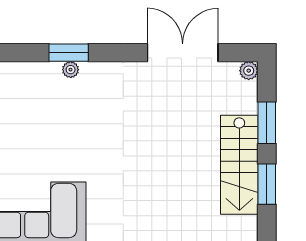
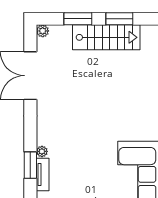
window: (69, 53) -> (30, 165), moved
tv unit: (36, 71) -> (43, 175), added

